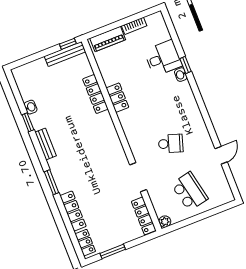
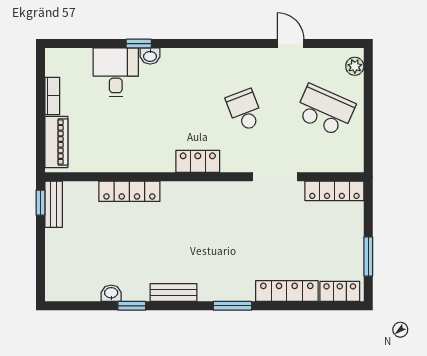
bench: (65, 54) -> (54, 204), width x0.73
locker: (117, 98) -> (198, 161), moved
school desk: (171, 144) -> (245, 110), turned -39
school desk: (190, 191) -> (325, 110), turned 36
plant: (165, 222) -> (355, 66), moved

